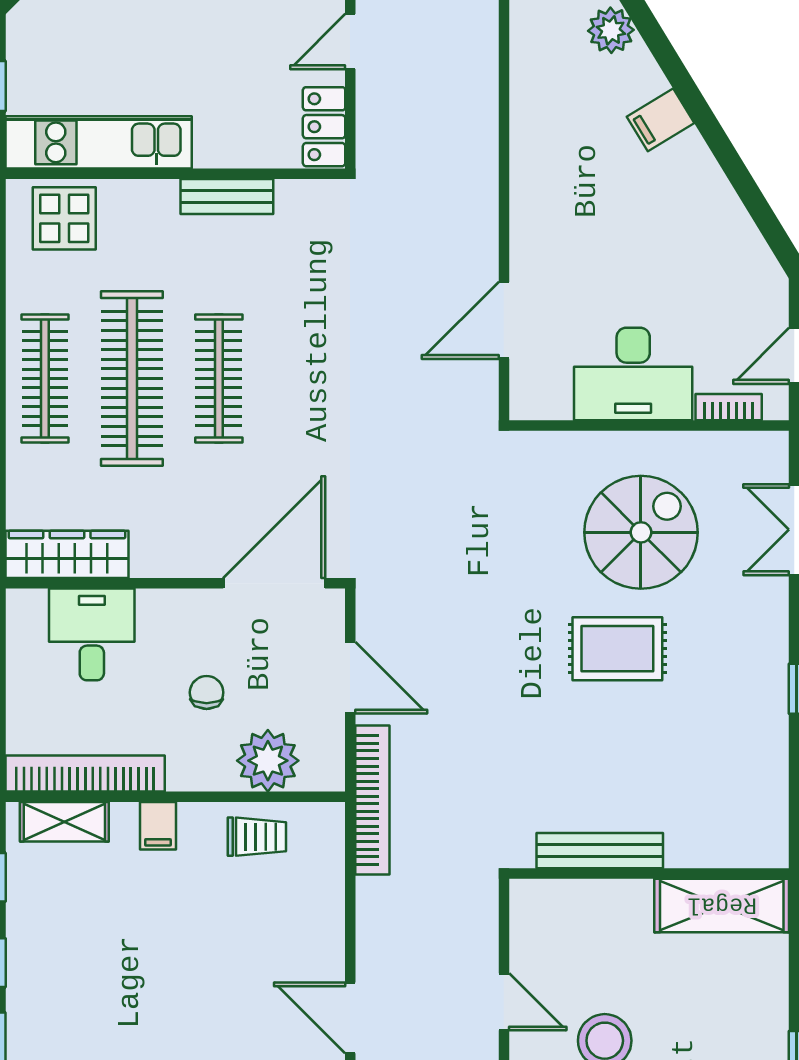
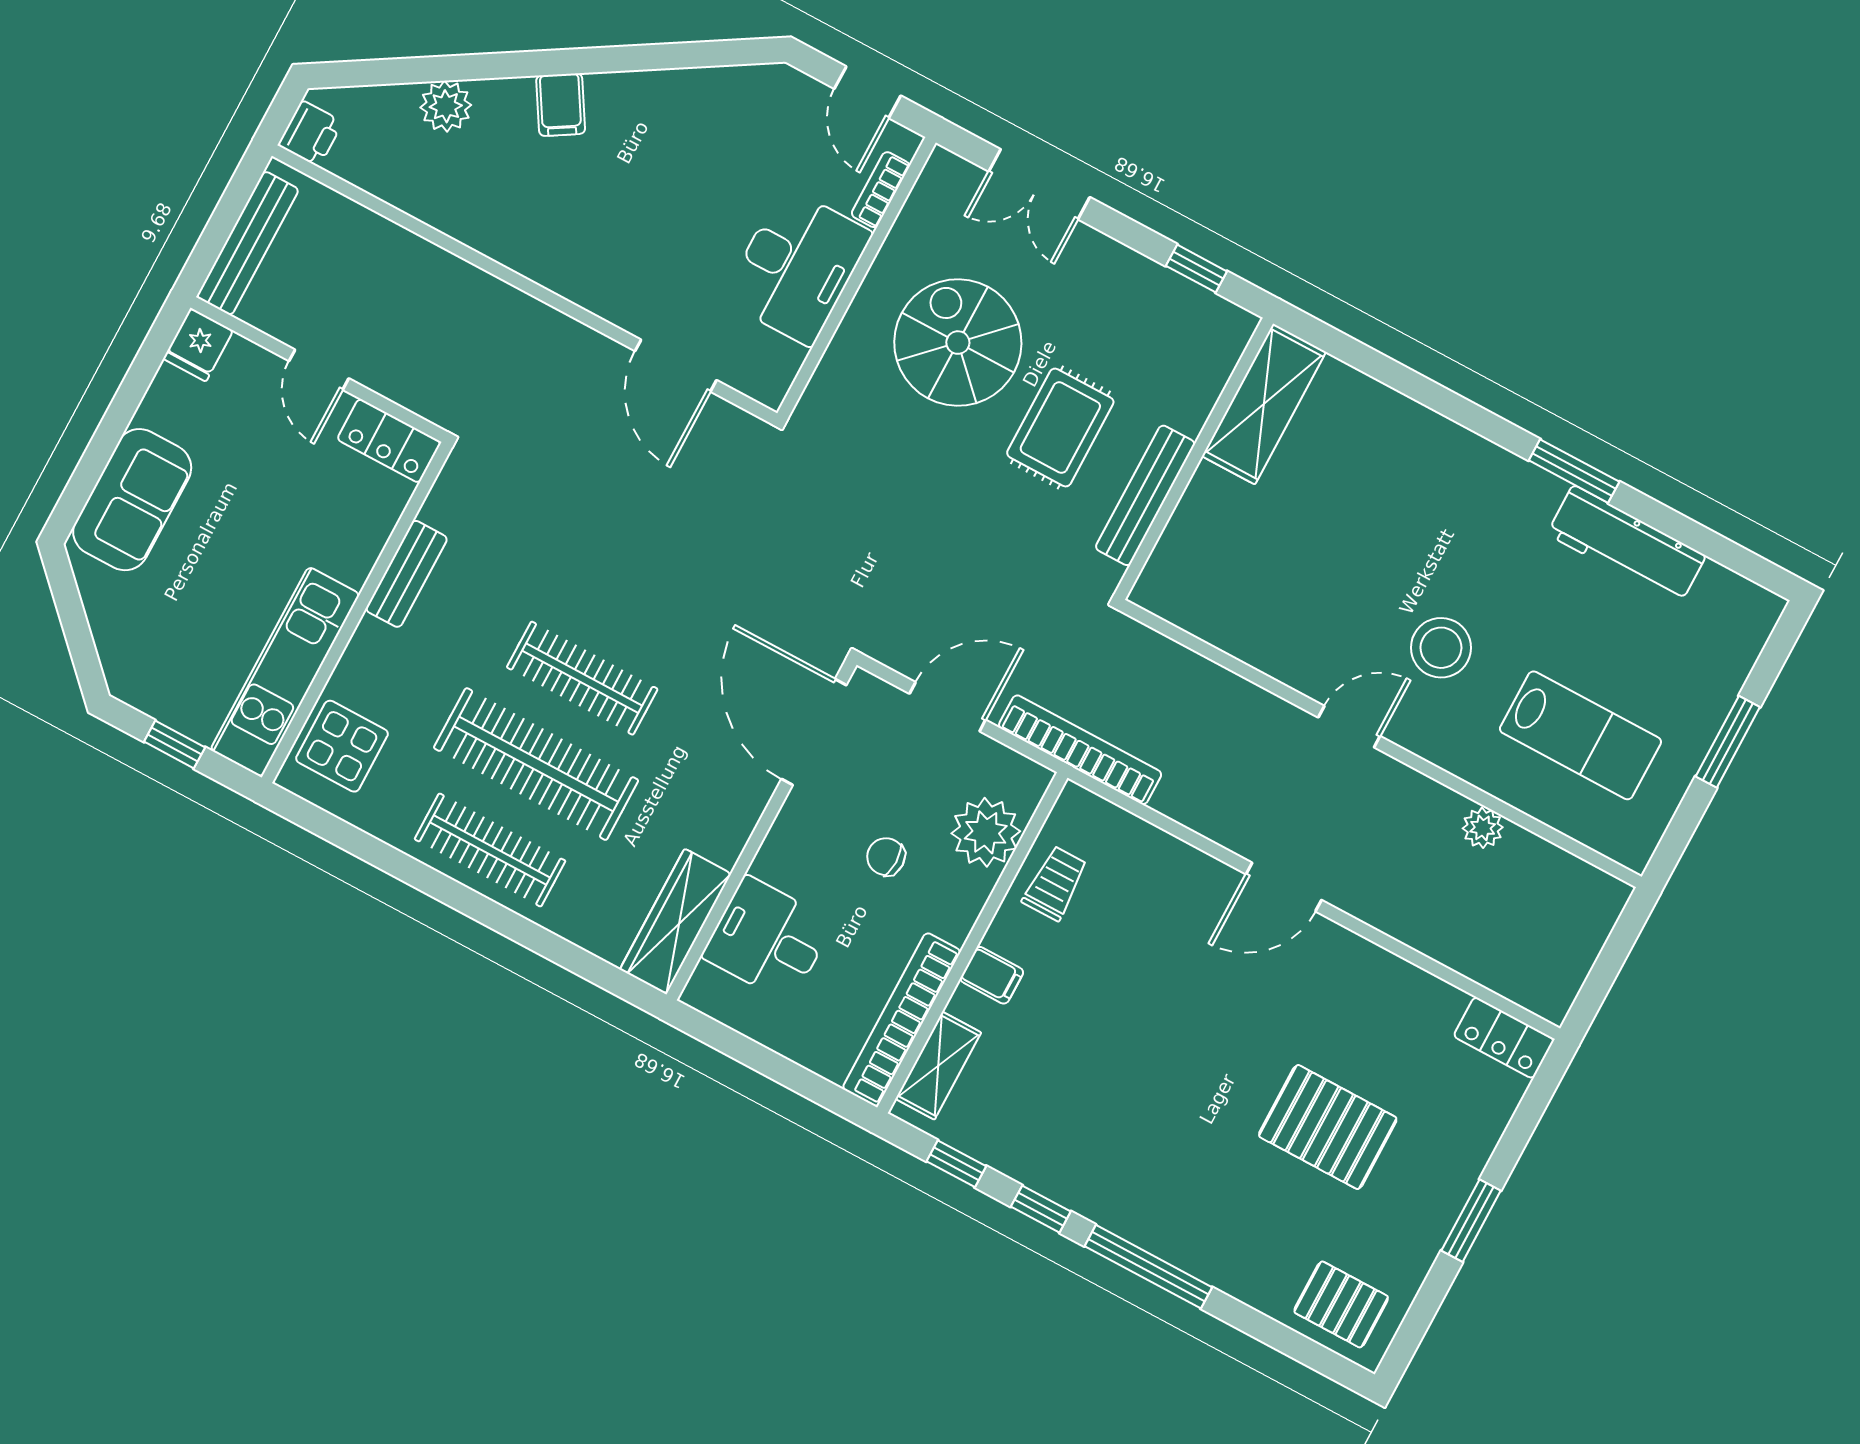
bench: (600, 851) -> (1145, 495), moved
wall: (649, 873) -> (1194, 459), moved
shelving: (722, 905) -> (1264, 404), moved

